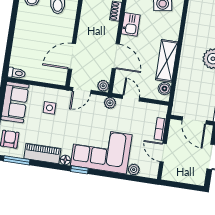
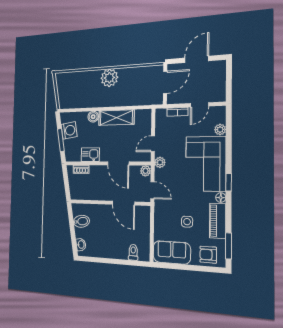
door: (116, 56) -> (118, 164), swing flipped
toilet: (17, 73) -> (133, 252), moved
boiler: (164, 89) -> (93, 117), moved
side table: (49, 108) -> (187, 222), moved

